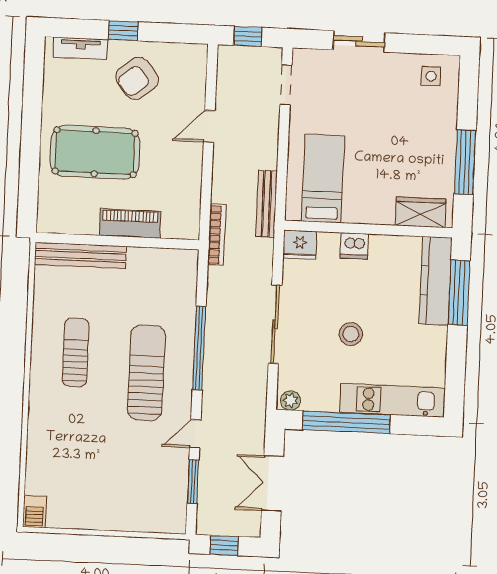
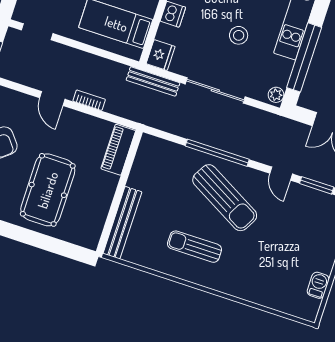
bench: (267, 204) -> (153, 81), moved
piano: (130, 223) -> (118, 150), moved
bookcase: (217, 235) -> (89, 100), moved, width x0.64
sun lounger: (146, 373) -> (225, 198), turned -151
barbecue: (34, 512) -> (318, 285), moved, turned -90

